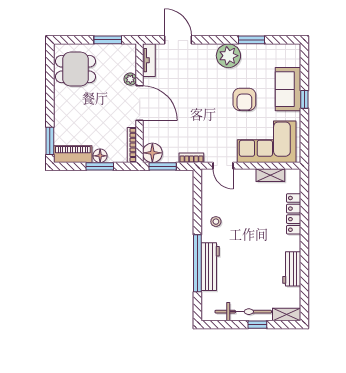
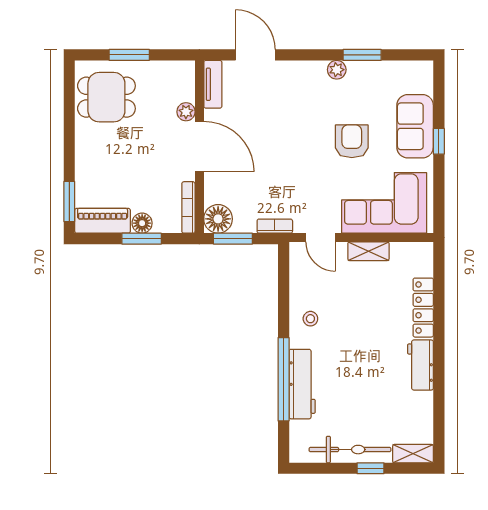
window: (108, 40) -> (129, 55), moved
plant: (228, 56) -> (337, 70), width x0.53, depth x0.53
armchair: (244, 99) -> (352, 141), turned 180
shelving: (270, 175) -> (368, 251), moved
workbench: (292, 269) -> (420, 365), moved

